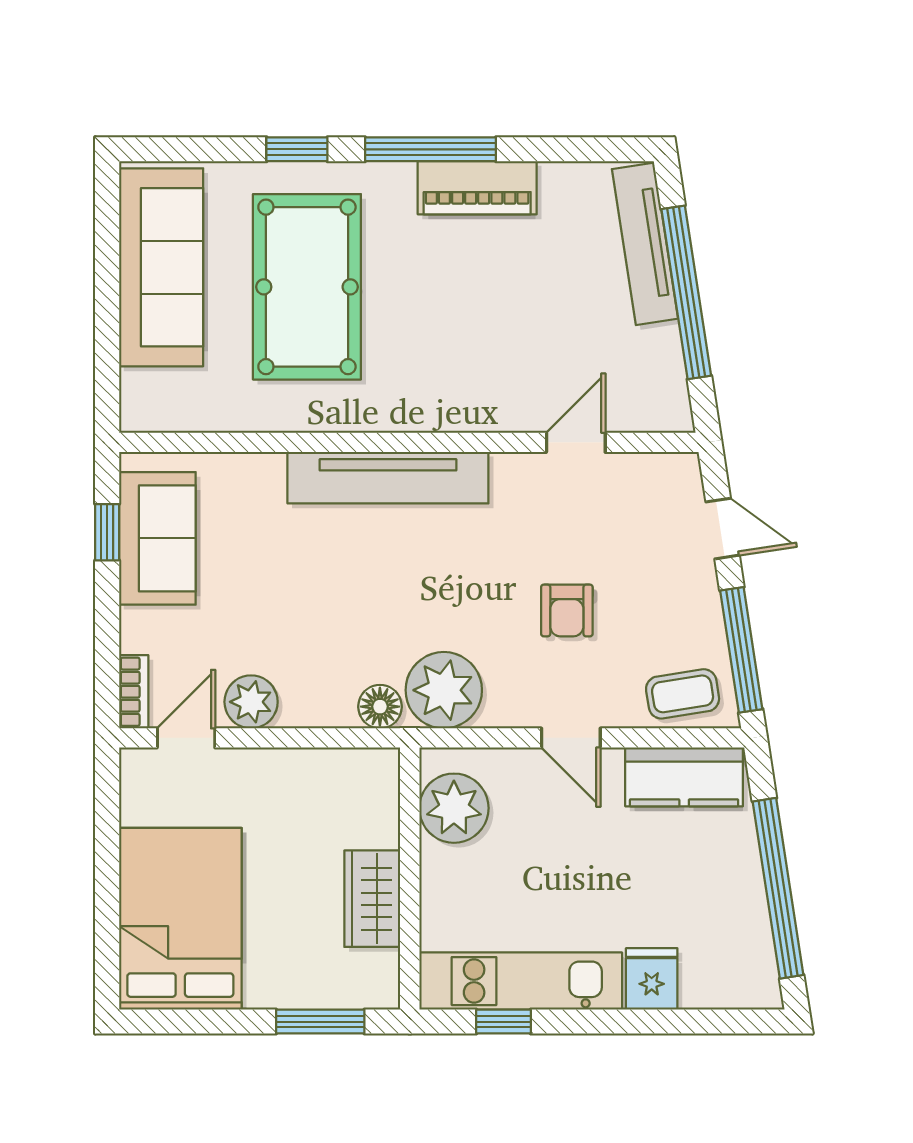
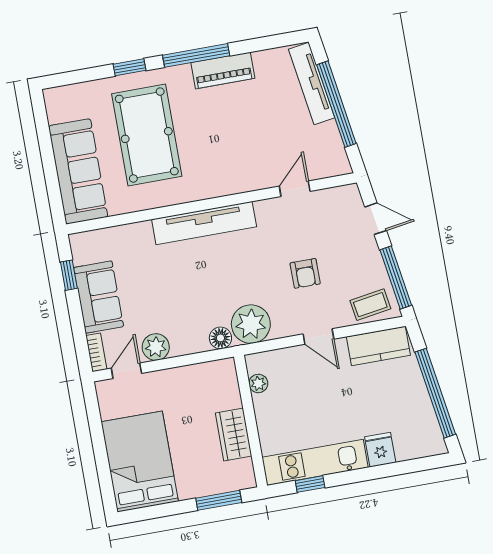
sofa: (161, 267) -> (78, 171), moved
sofa: (157, 538) -> (99, 297), moved
plant: (454, 808) -> (258, 383), width x0.53, depth x0.53

